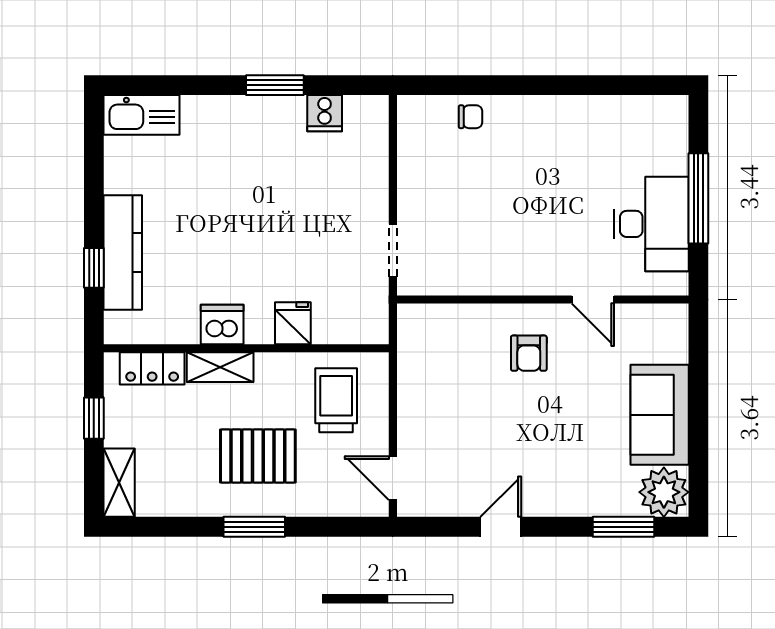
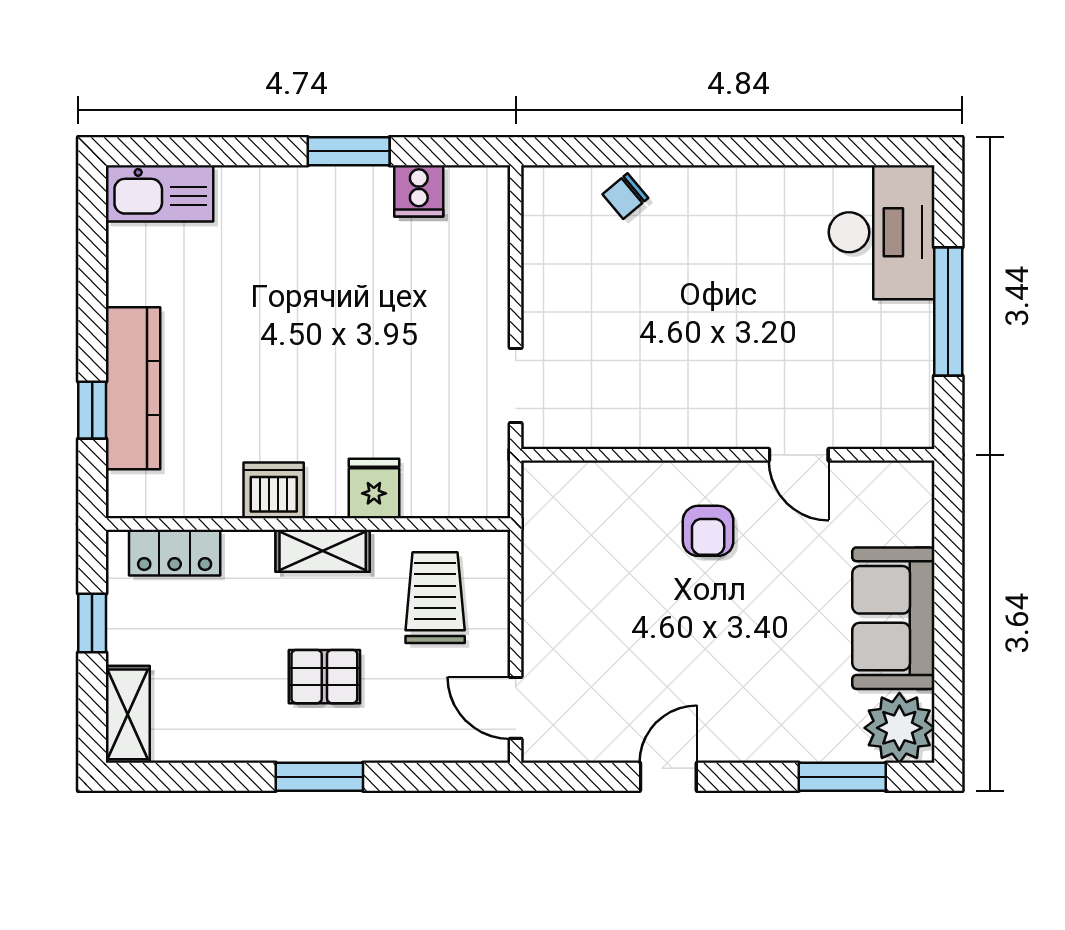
chair: (470, 117) -> (625, 196), turned 140
desk: (651, 224) -> (882, 232), moved
shelving: (220, 367) -> (323, 551), moved
pallet: (258, 456) -> (324, 677), width x0.67, depth x0.71

